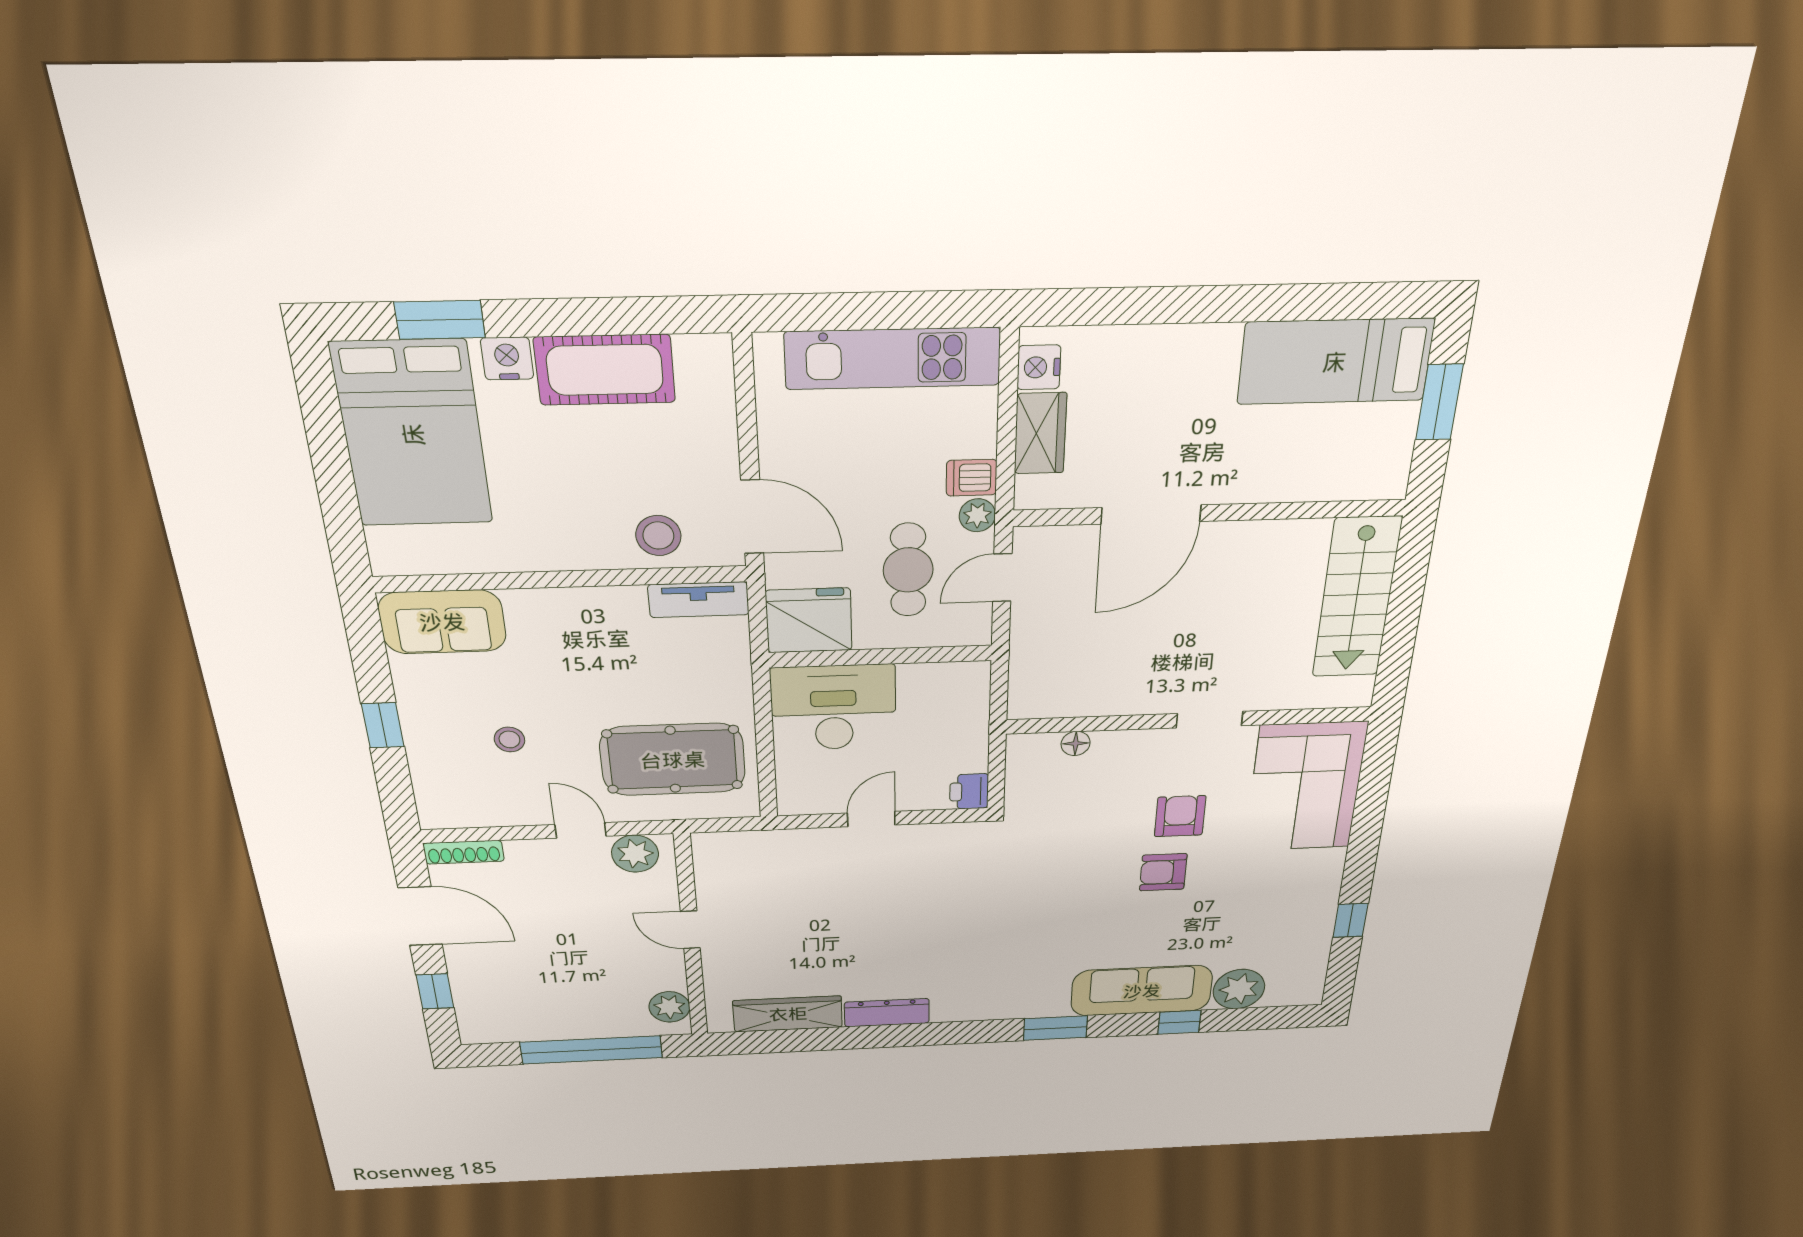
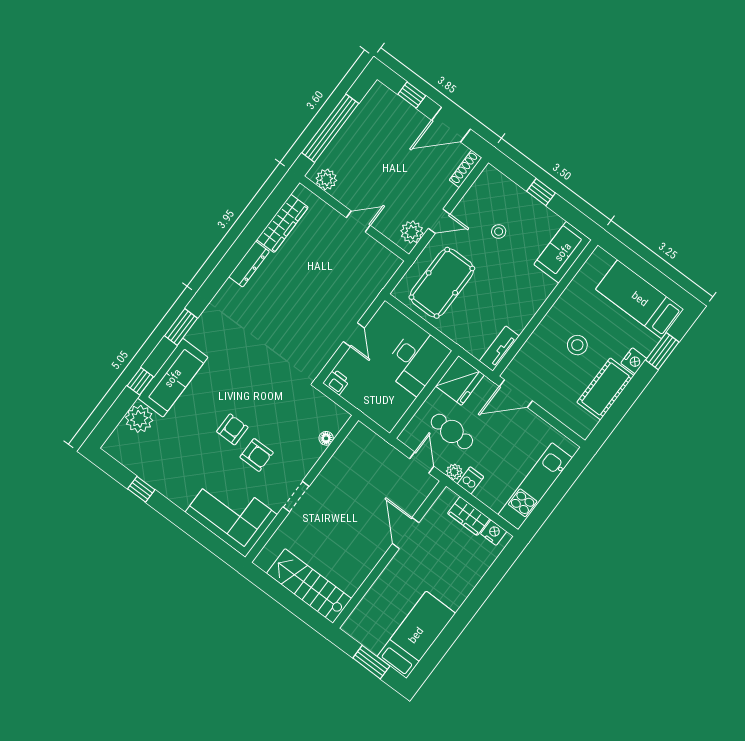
bed: (413, 434) -> (640, 299), width x0.67
door: (1151, 515) -> (406, 533), width x0.73
stool: (658, 536) -> (577, 345), moved

